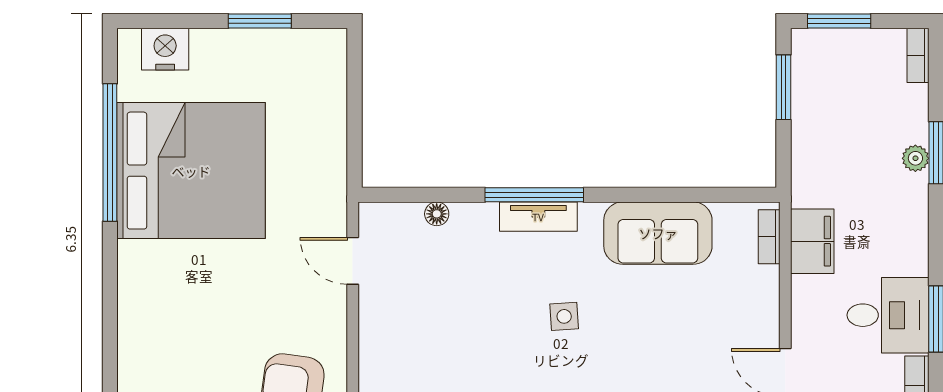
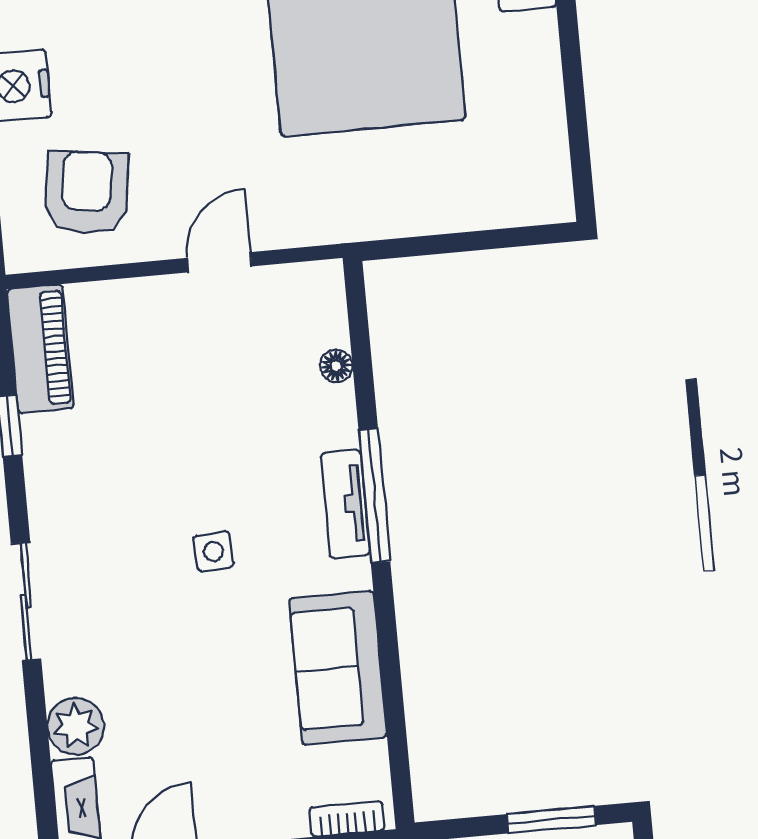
window: (260, 21) -> (575, 102), removed
door: (353, 261) -> (219, 262), moved

